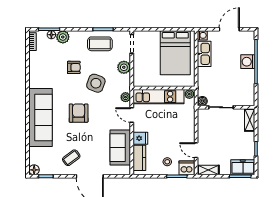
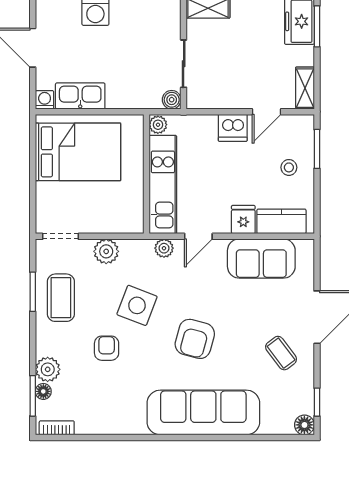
armchair: (79, 113) -> (195, 339), turned -75
dishwasher: (187, 168) -> (233, 128), moved, turned -90

